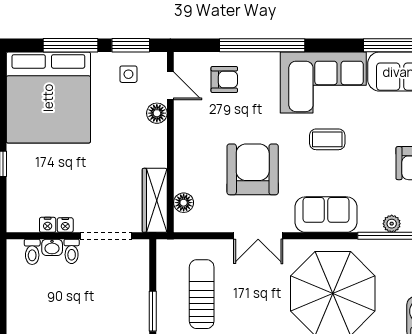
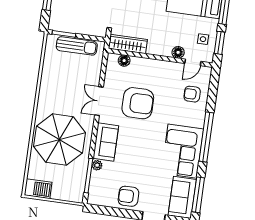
window: (262, 45) -> (206, 137), moved
armchair: (224, 80) -> (192, 94), turned 90
coffee table: (327, 139) -> (149, 149), removed
plant: (392, 224) -> (97, 165), moved
sun lounger: (202, 294) -> (77, 46), moved

